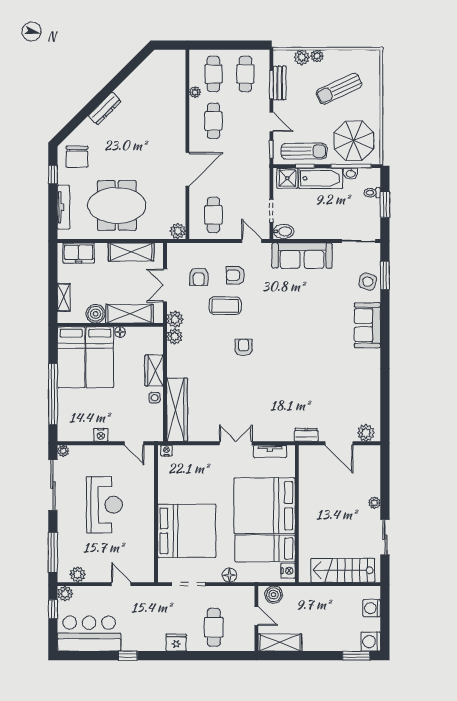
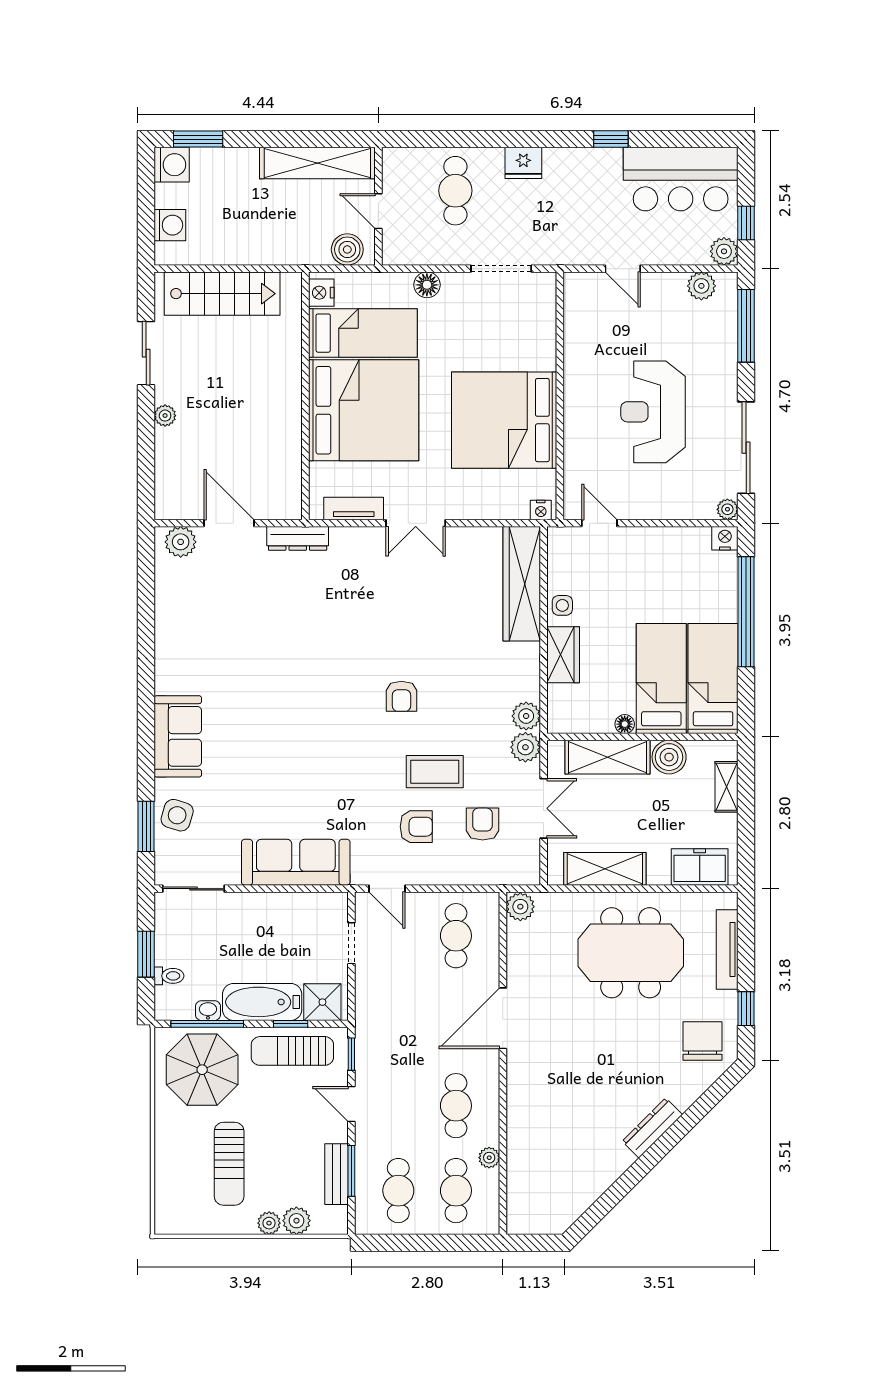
sun lounger: (339, 89) -> (229, 1164), turned 115
bidet: (284, 231) -> (329, 906), removed
nightstand: (101, 435) -> (725, 538), moved
dresser: (306, 435) -> (298, 538), width x1.44
bed: (187, 531) -> (504, 420), moved
shelving: (280, 643) -> (317, 163), width x1.47

